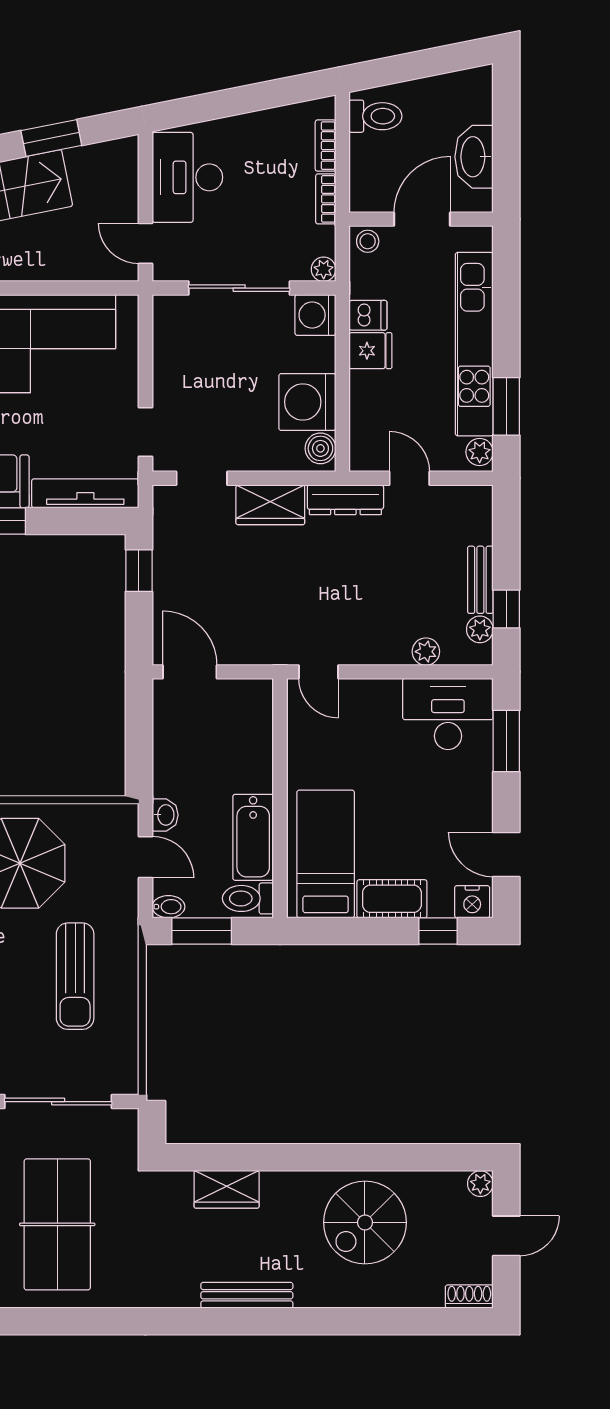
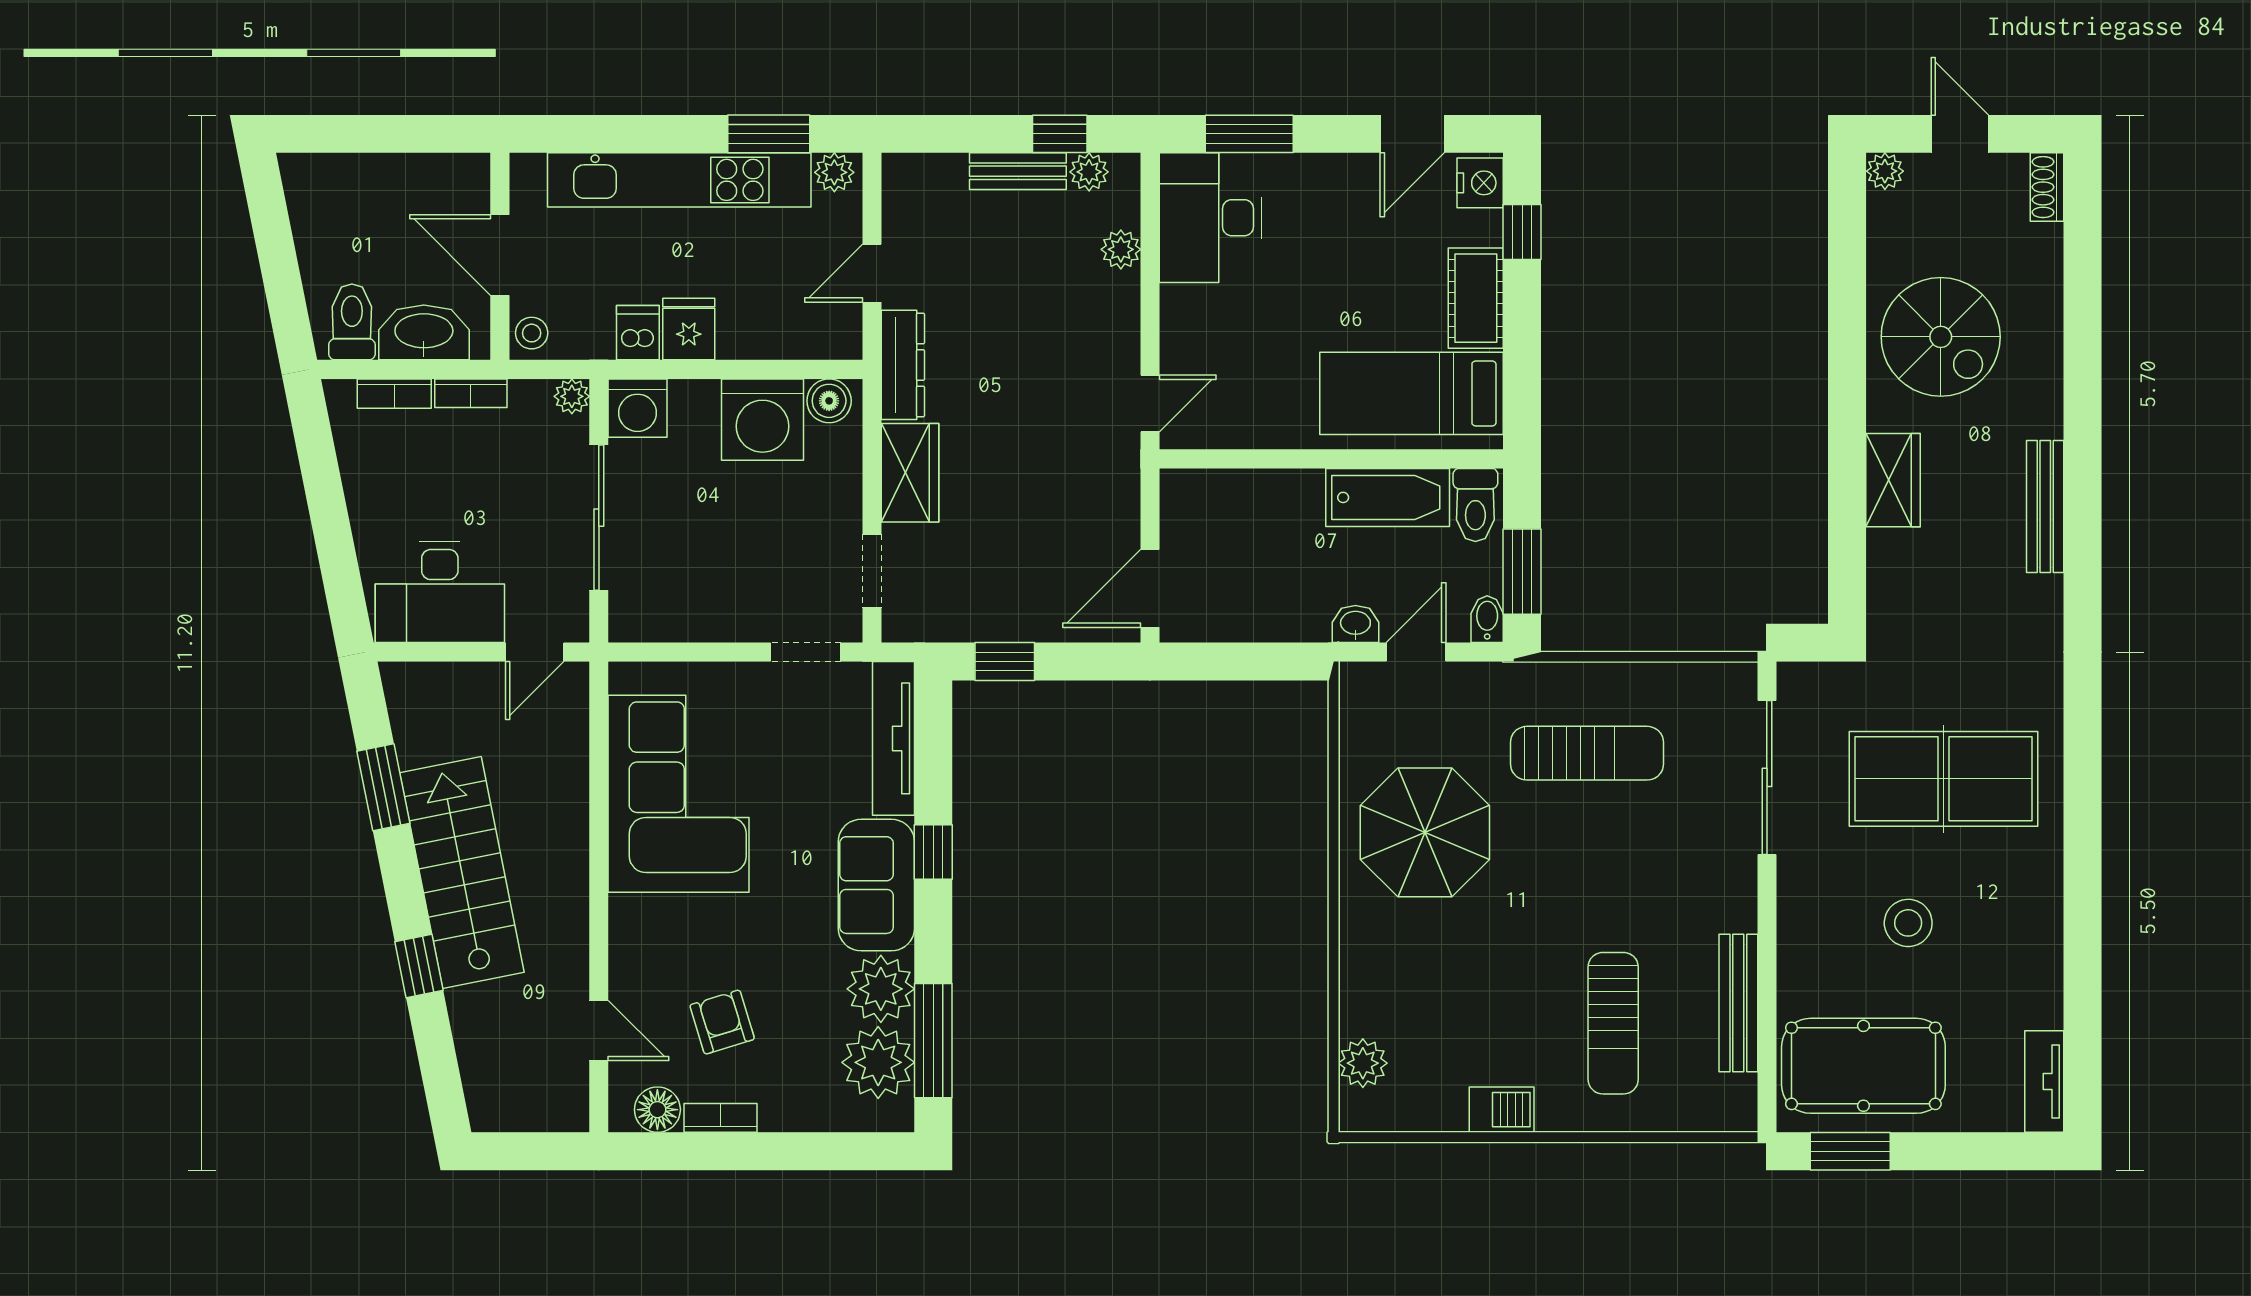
washbasin: (474, 157) -> (424, 332), moved, turned 180
wardrobe: (227, 1189) -> (1893, 480), moved

